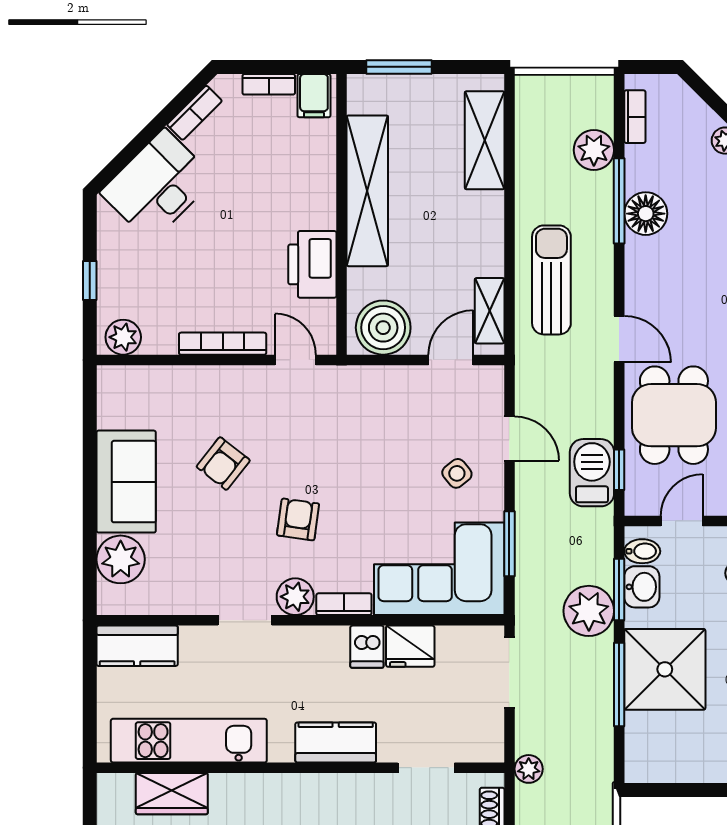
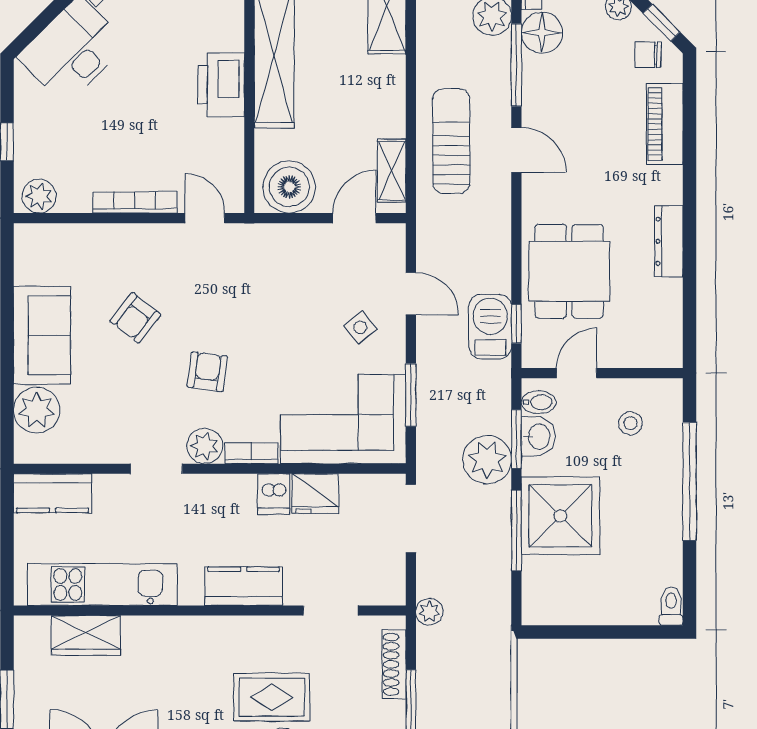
floor lamp: (646, 214) -> (542, 33), moved
printer: (312, 264) -> (221, 85), moved
door: (619, 339) -> (516, 150), moved

